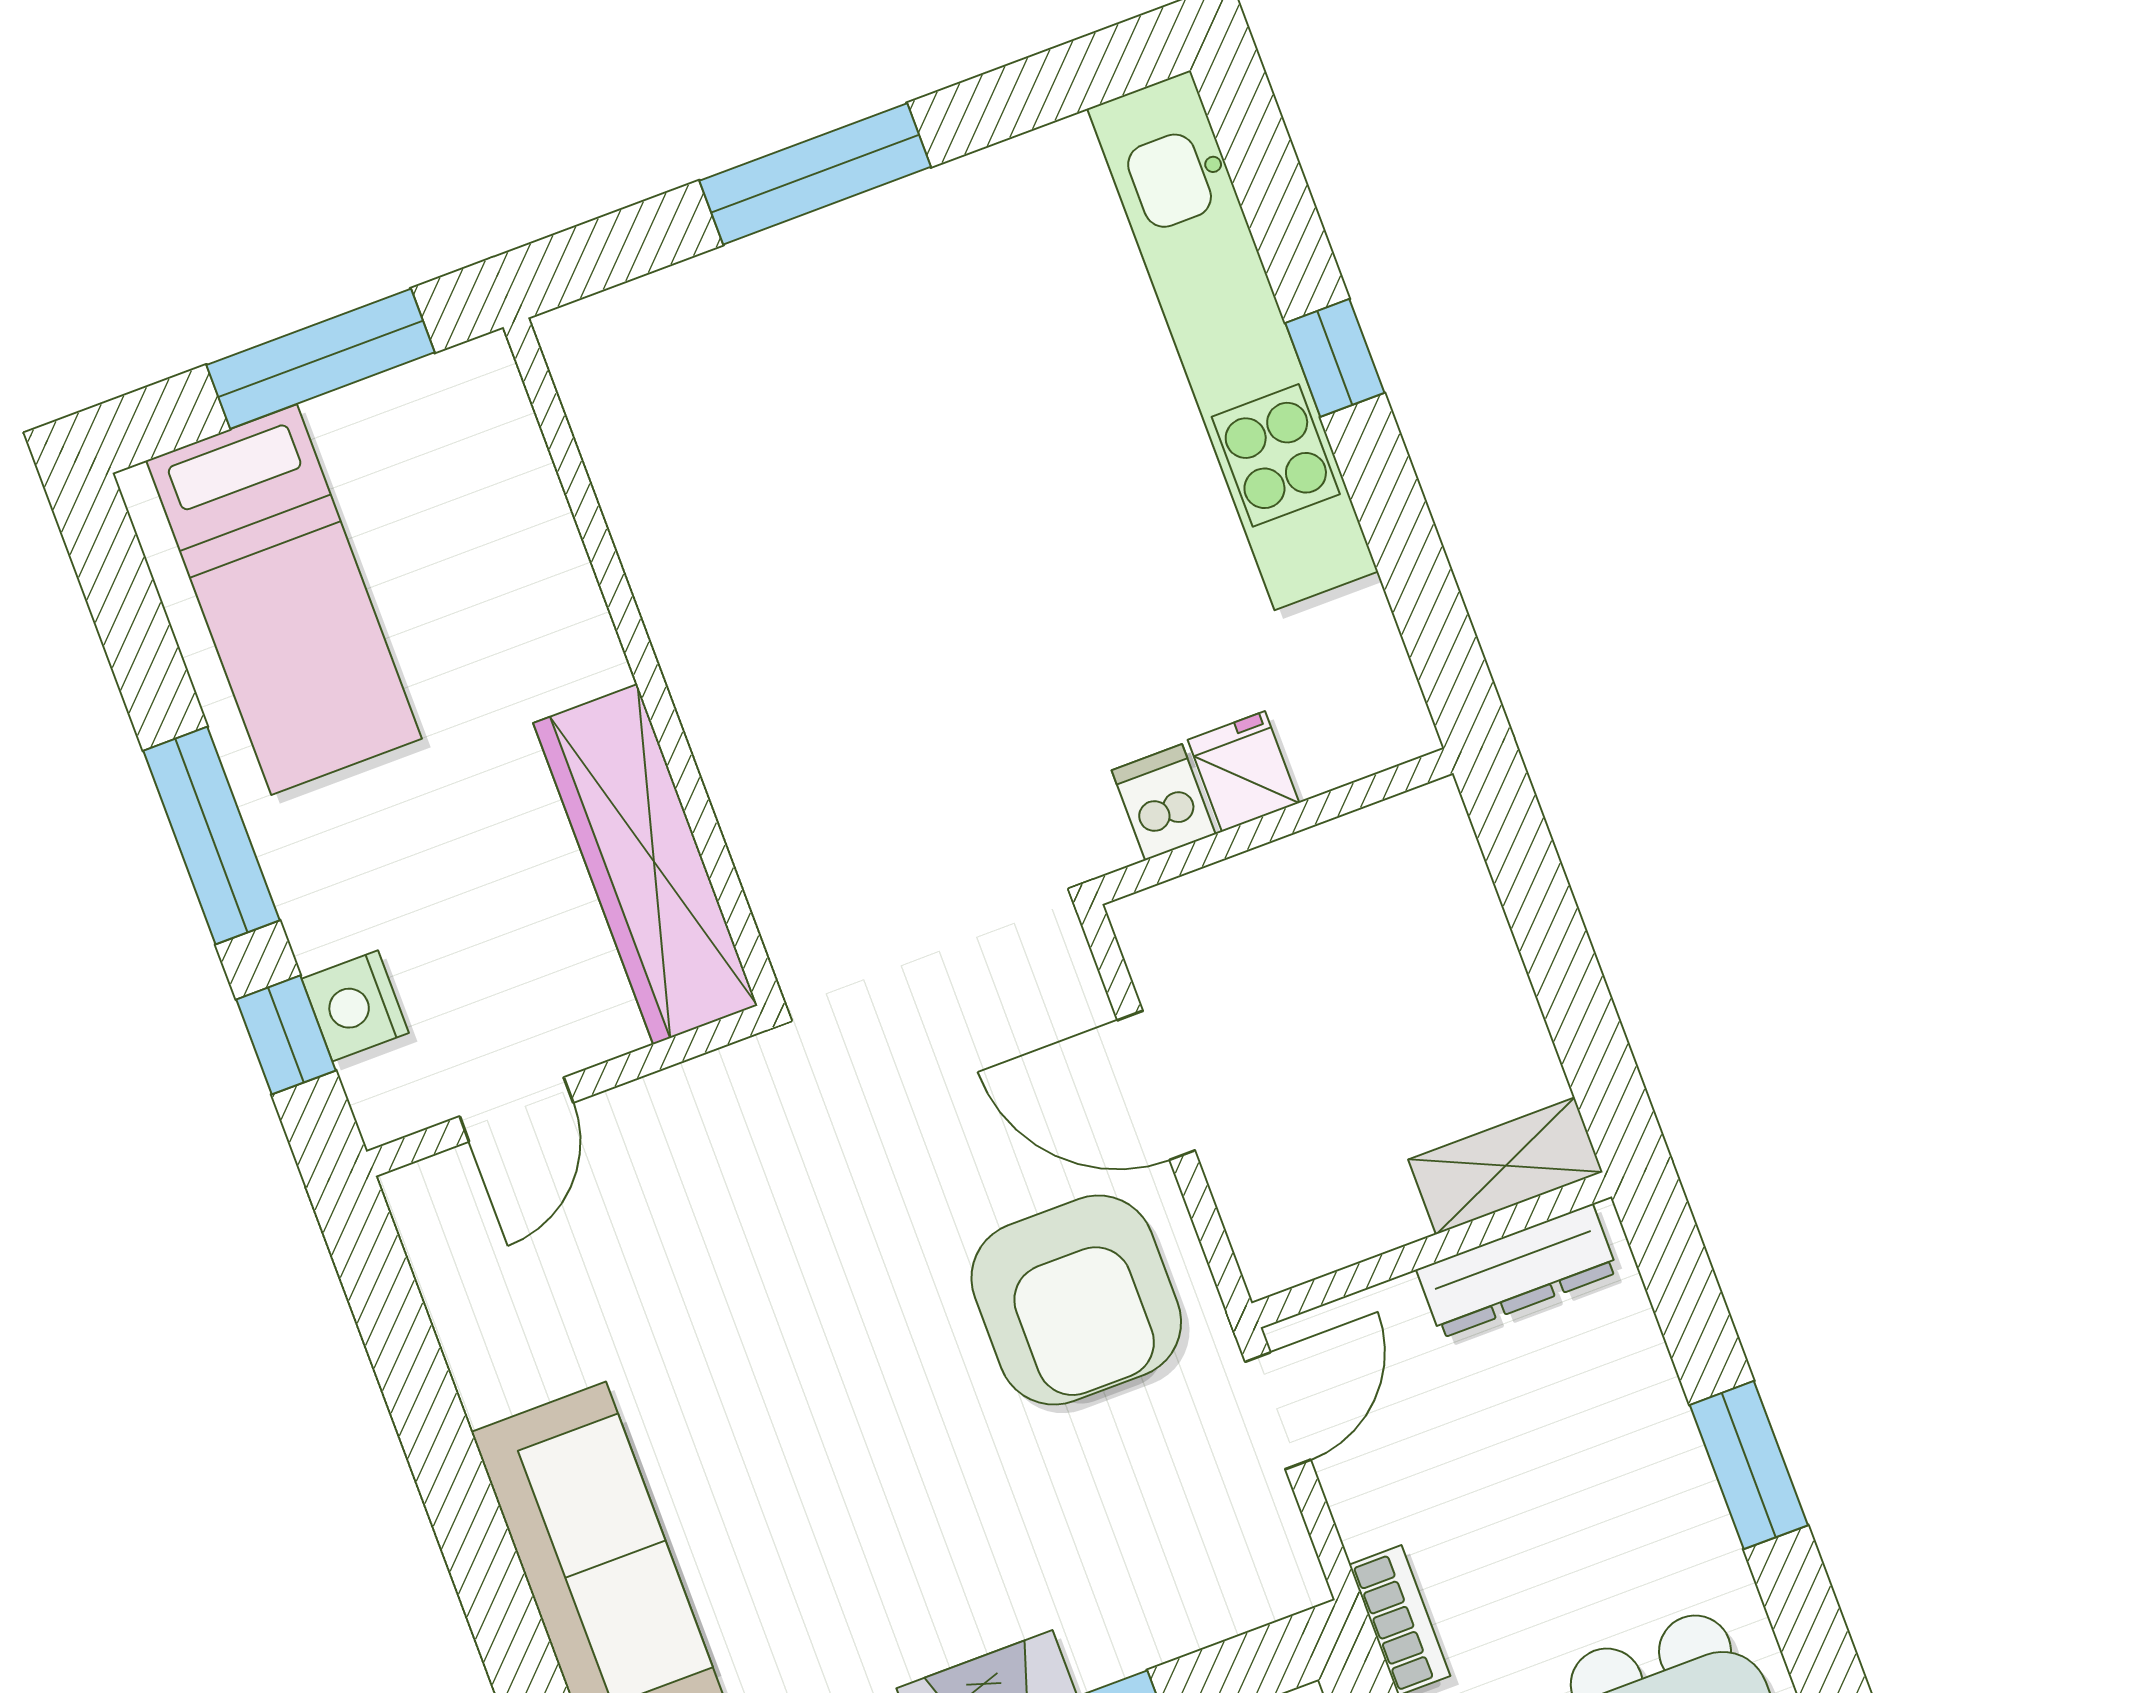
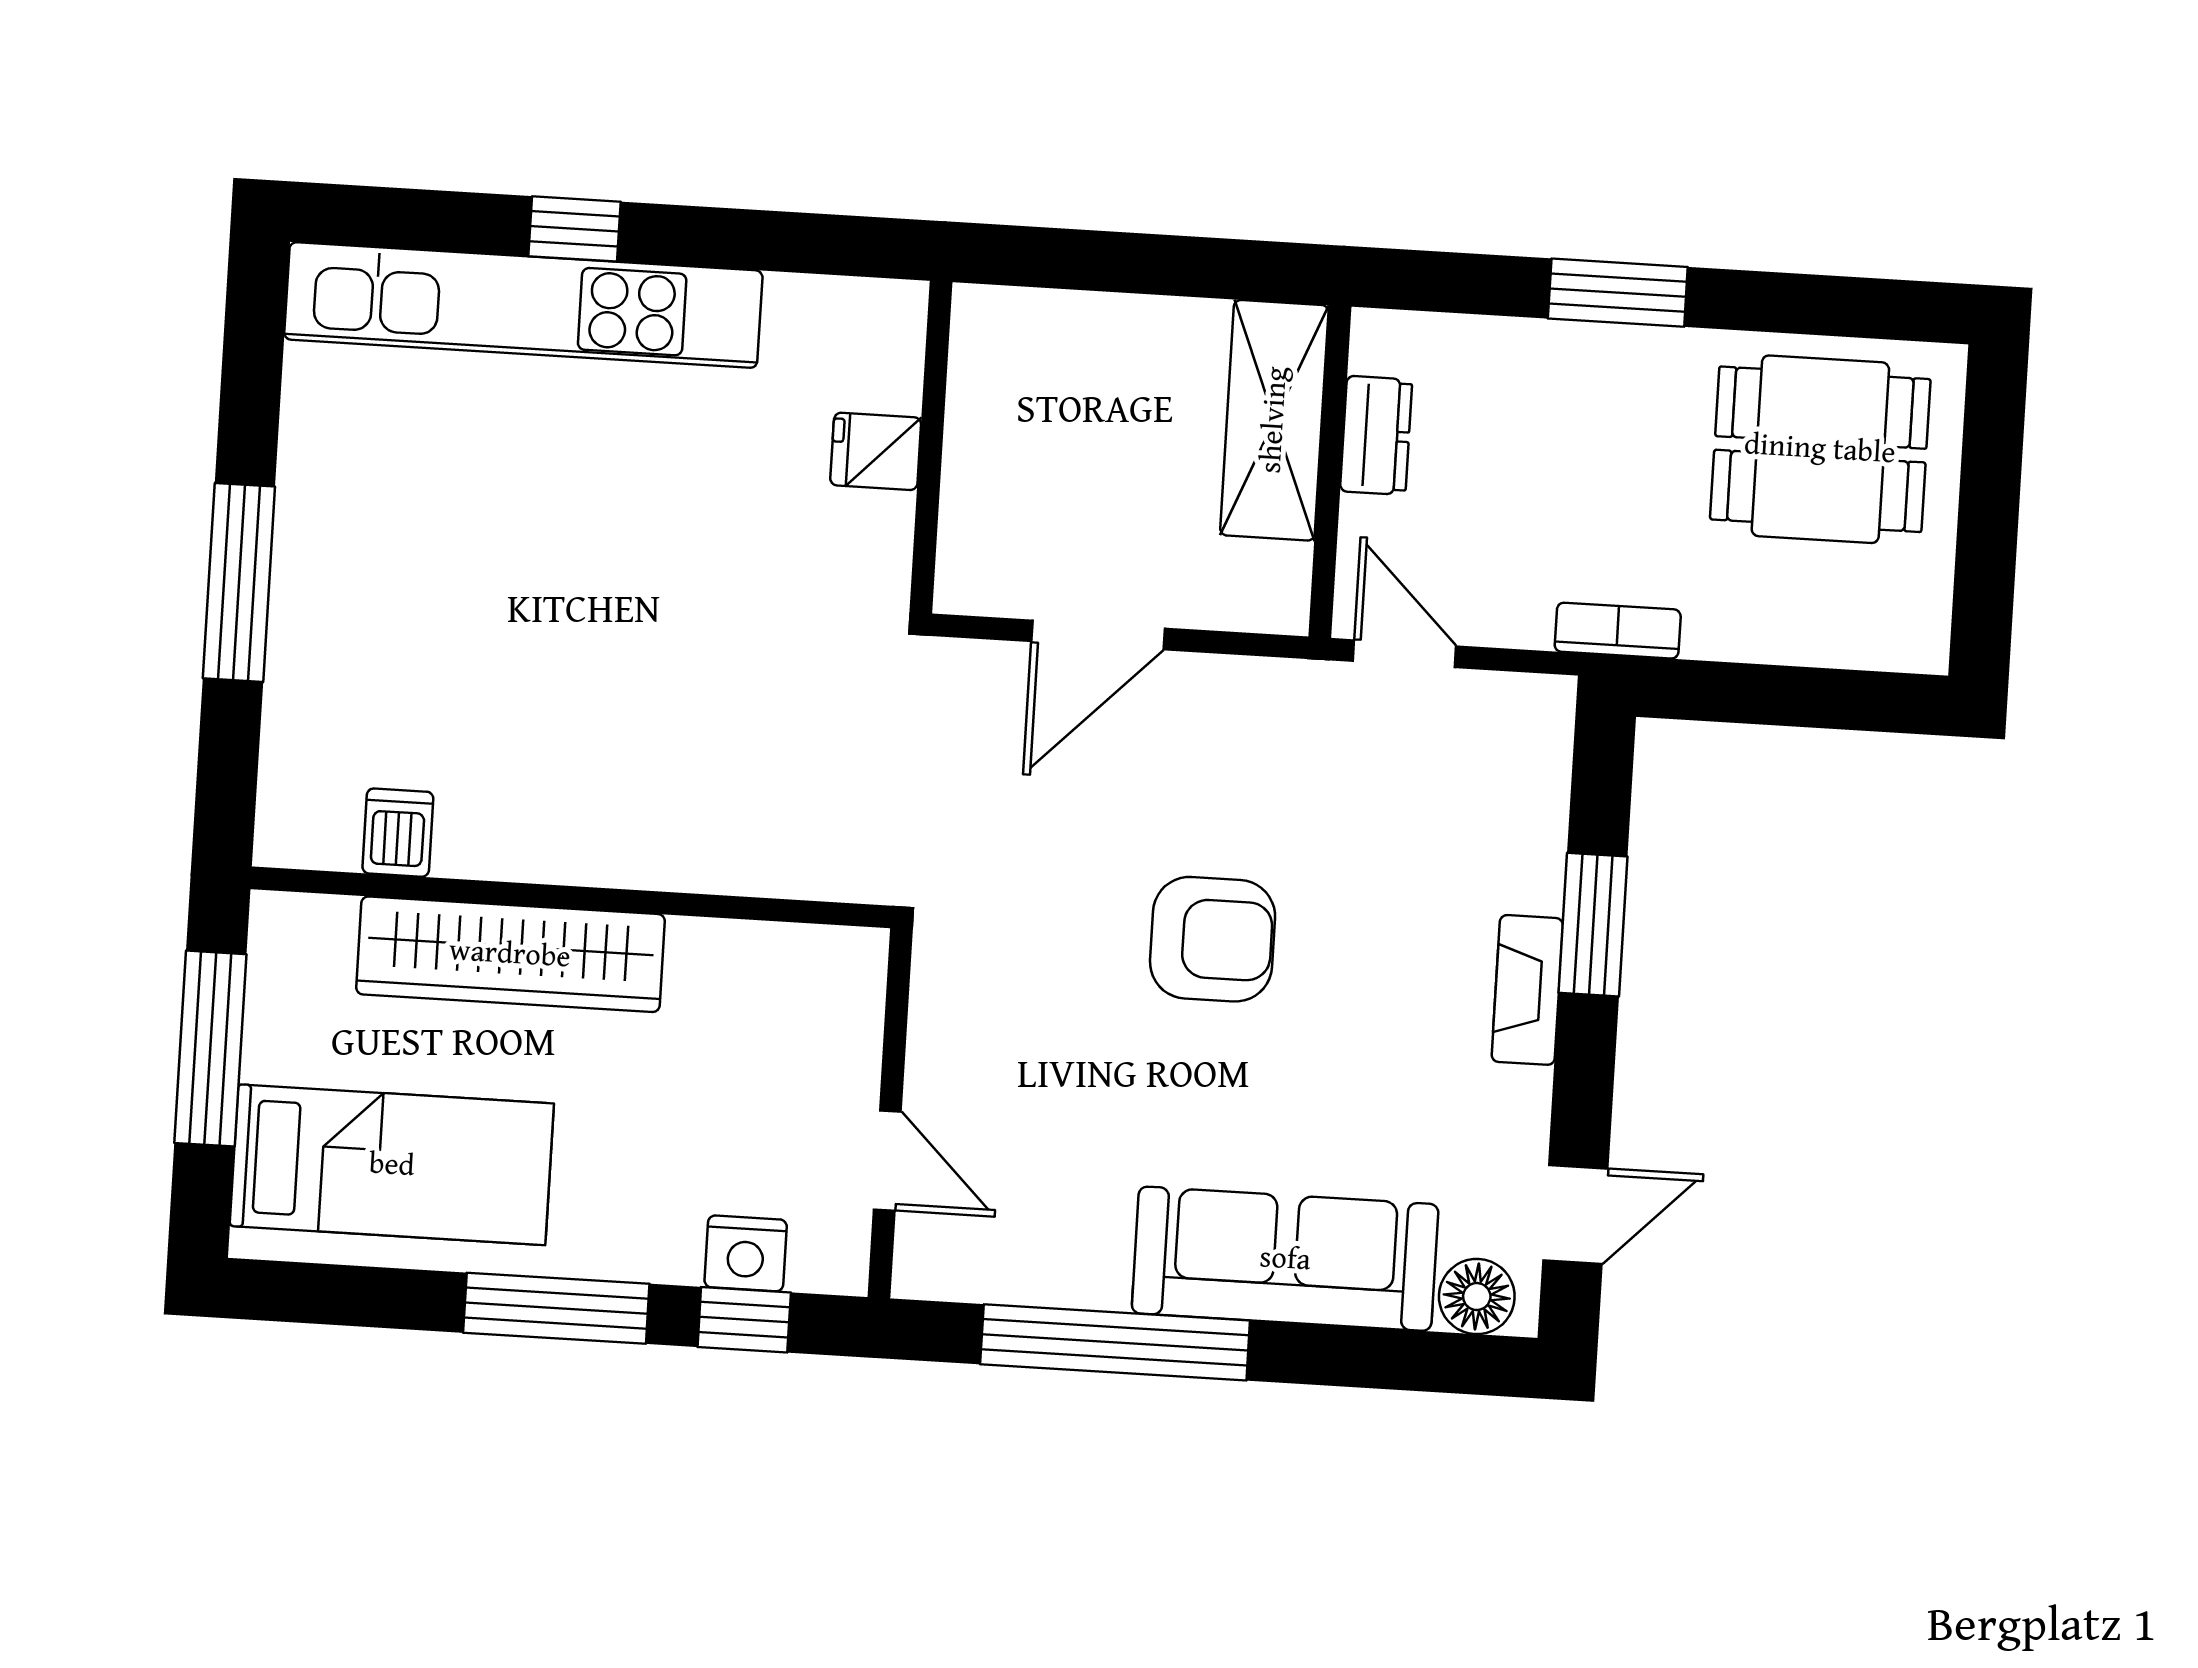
dishwasher: (1164, 802) -> (398, 833), moved, turned 90
wardrobe: (645, 864) -> (510, 954), moved
shelving: (1505, 1166) -> (1274, 420), width x1.50, depth x1.33
dresser: (1517, 1271) -> (1376, 435), width x0.70
armchair: (1076, 1300) -> (1213, 939), moved, width x0.73, depth x0.73
window: (433, 1429) -> (1115, 1342), added

